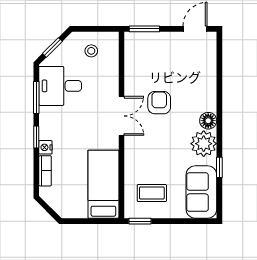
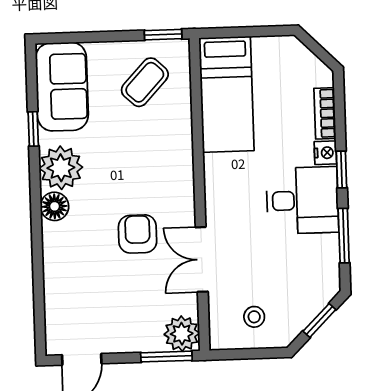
plant: (135, 42) -> (182, 334), added
desk: (60, 86) -> (302, 200), moved
armchair: (159, 103) -> (138, 234), turned 180
double door: (121, 116) -> (202, 259), moved
coffee table: (152, 193) -> (145, 82), turned -47

